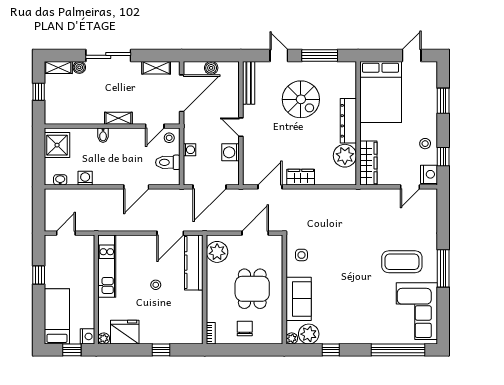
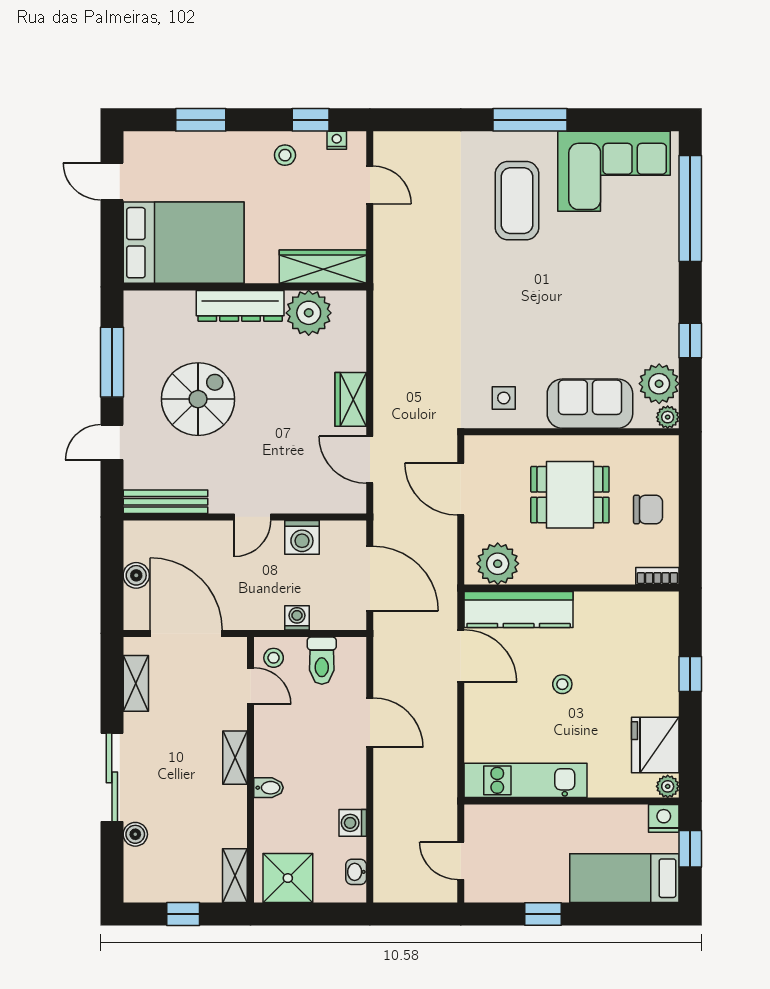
shelving: (58, 67) -> (235, 876), moved
nightstand: (429, 174) -> (337, 140), width x0.53, depth x0.56
chair: (245, 328) -> (648, 509), turned 180

